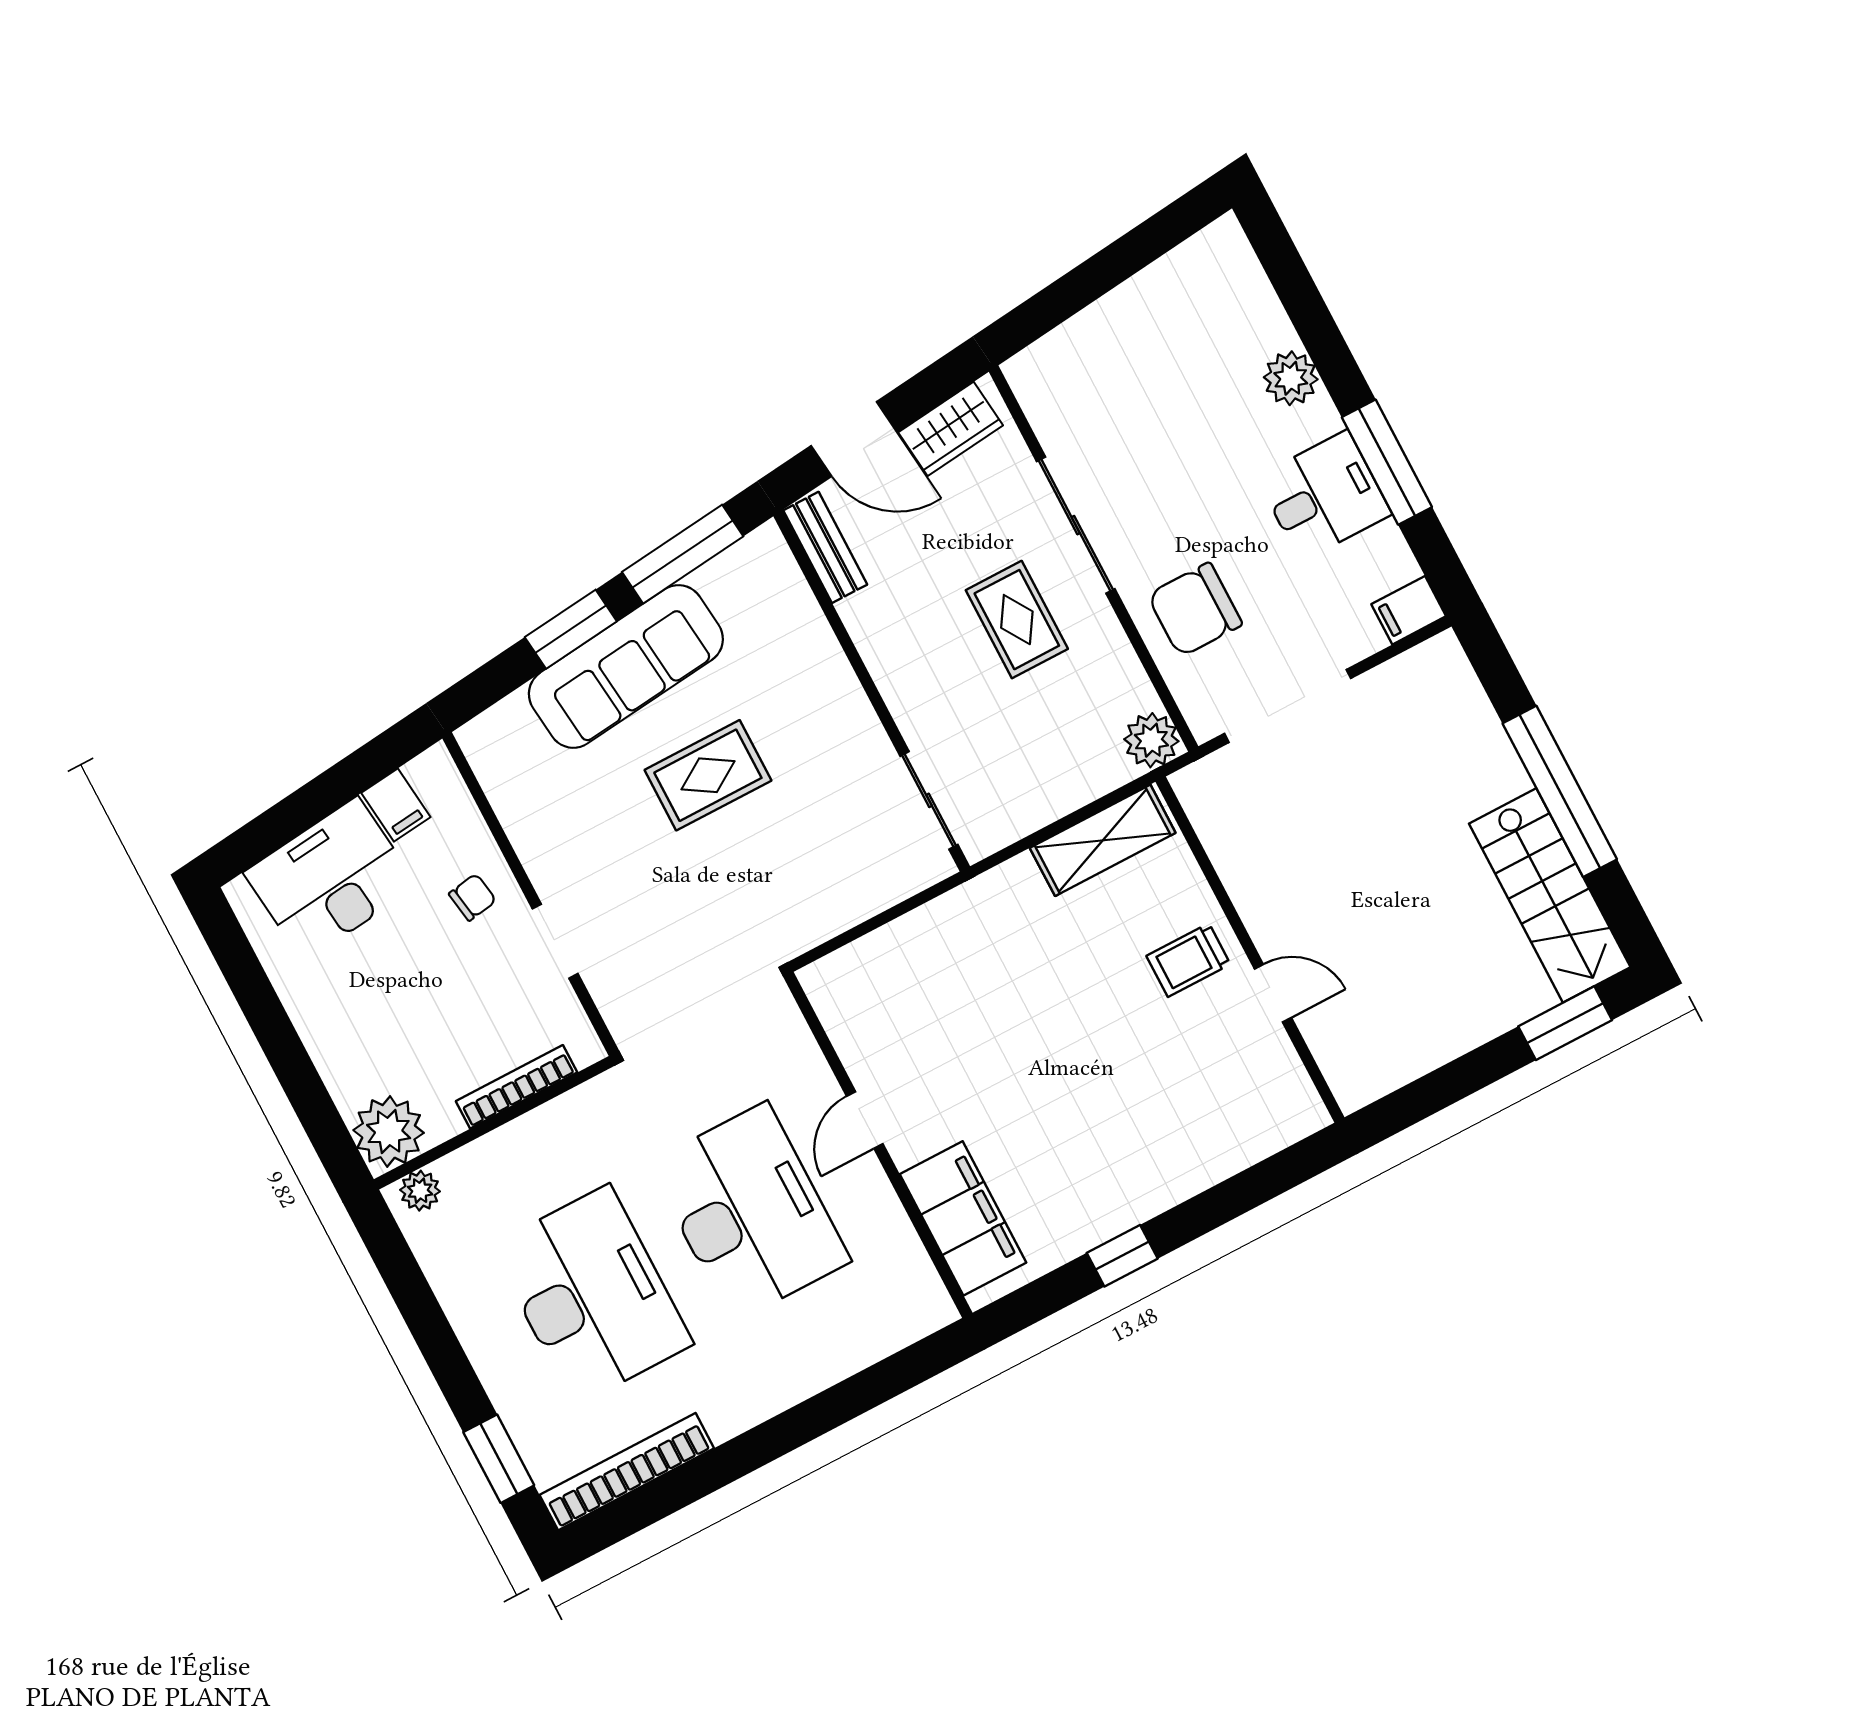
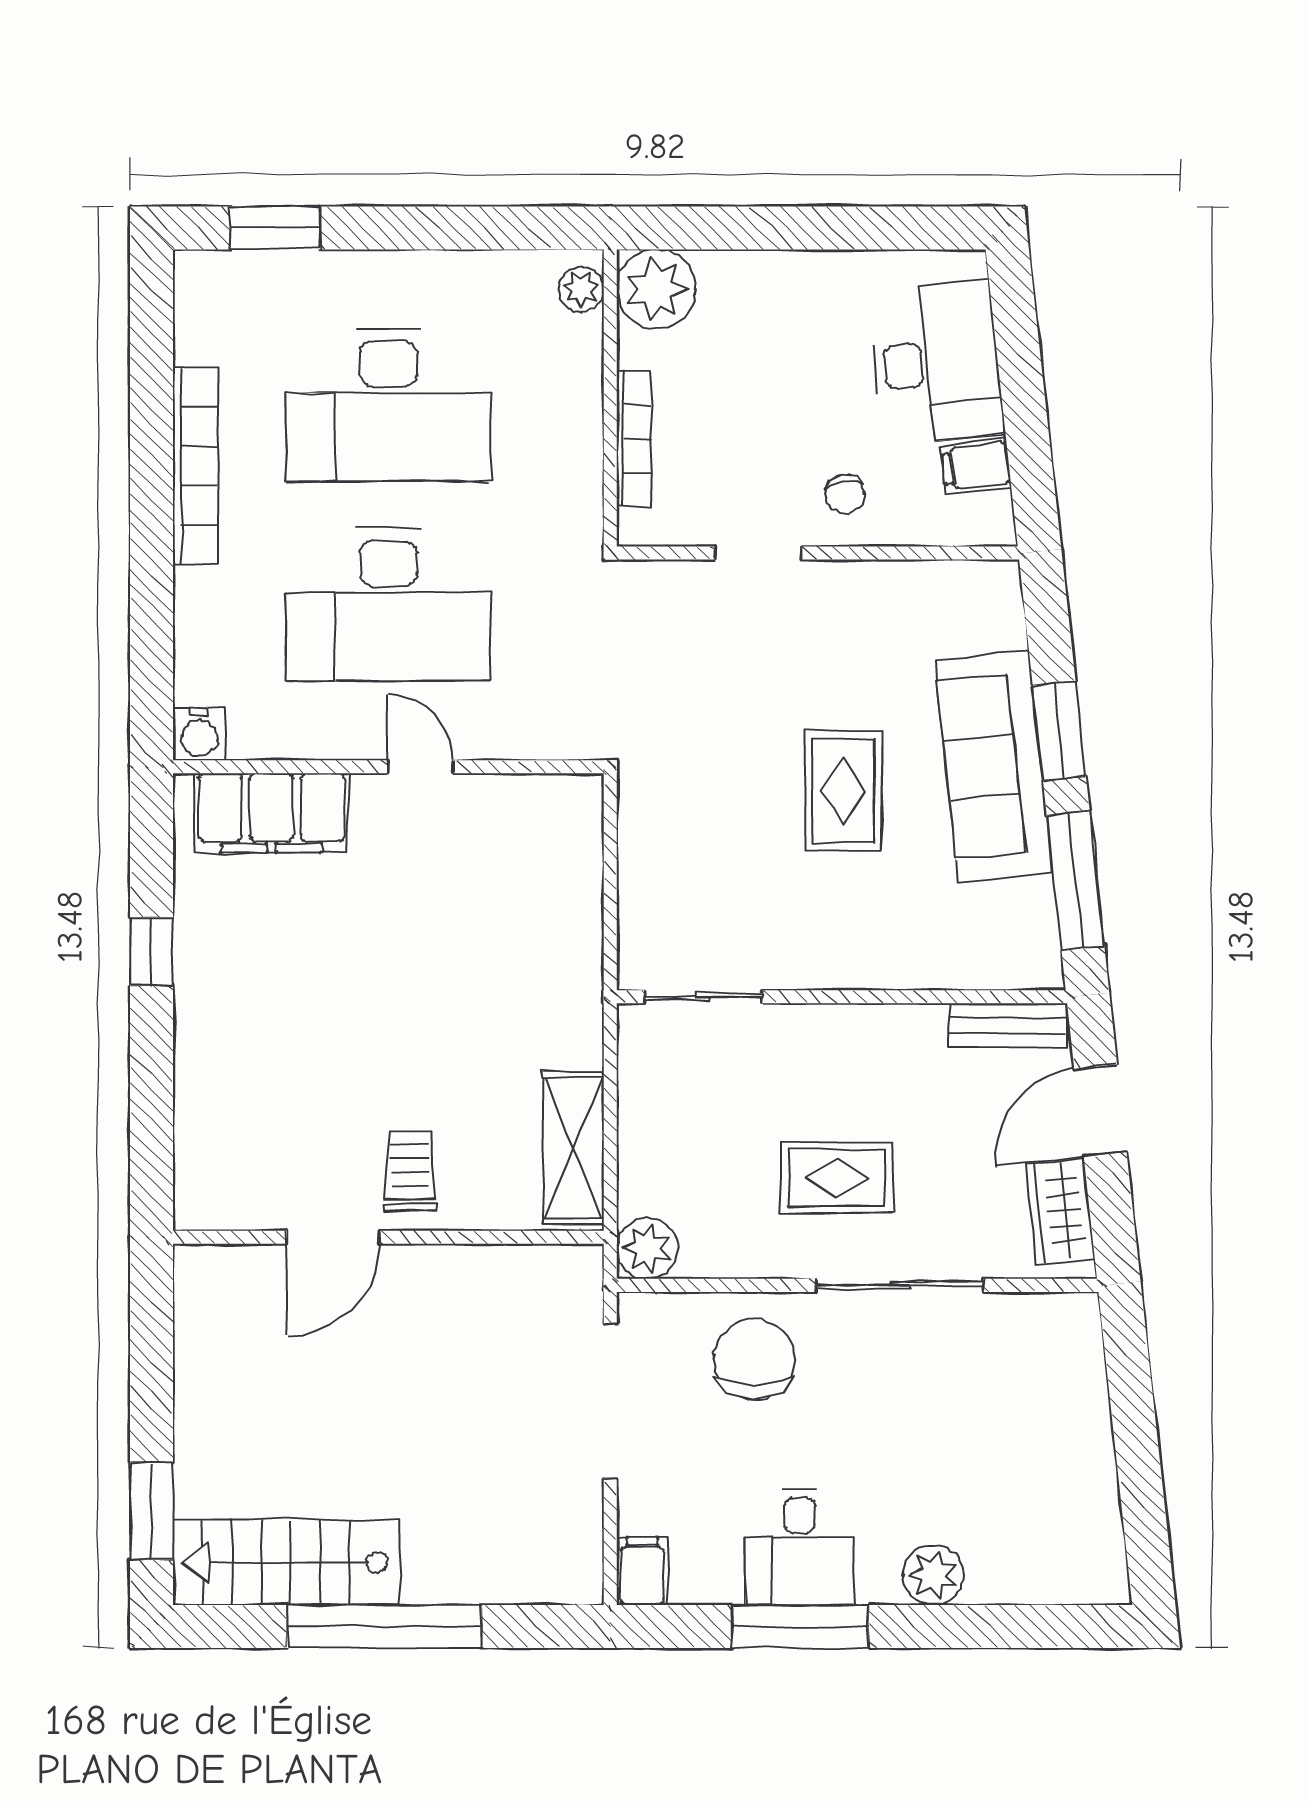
door: (1273, 993) -> (333, 1237), width x1.38
water cooler: (930, 1308) -> (199, 734), added
bookcase: (627, 1472) -> (195, 465), moved

